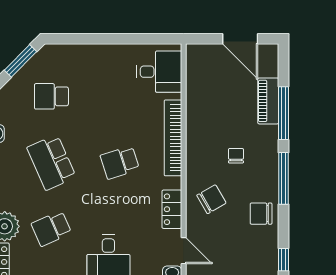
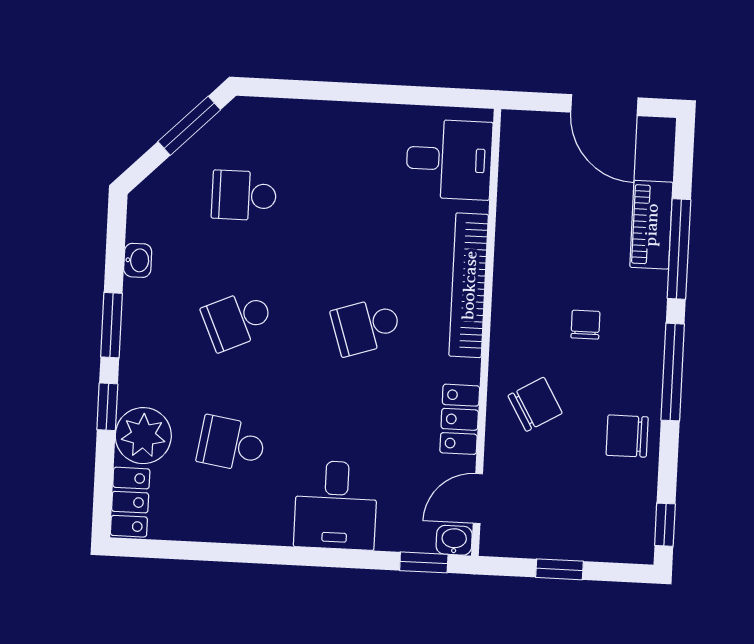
school desk: (51, 162) -> (238, 320), width x0.54
school desk: (51, 228) -> (231, 444), turned 33
door: (184, 251) -> (478, 498), swing flipped

